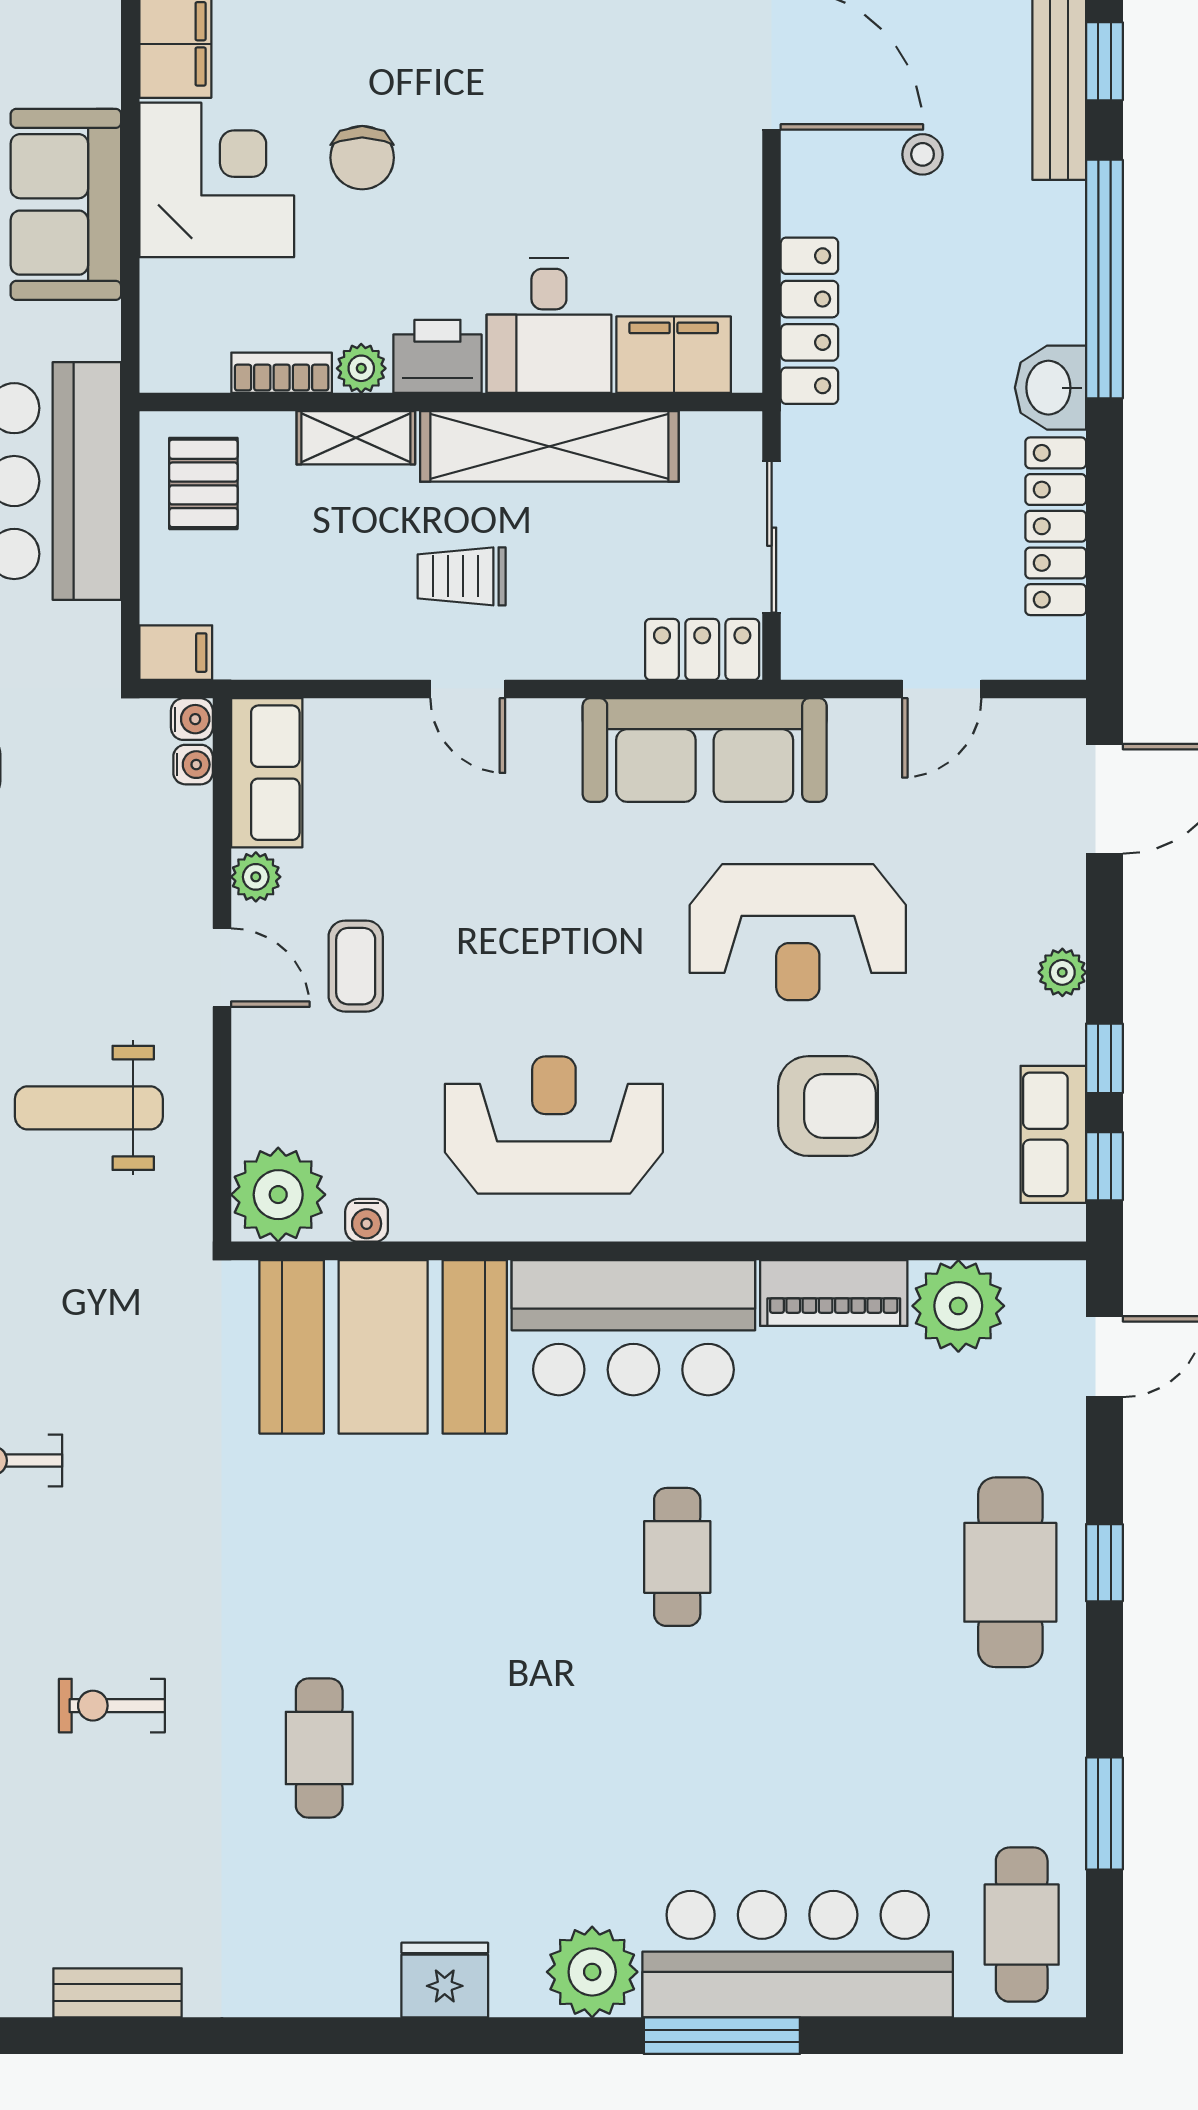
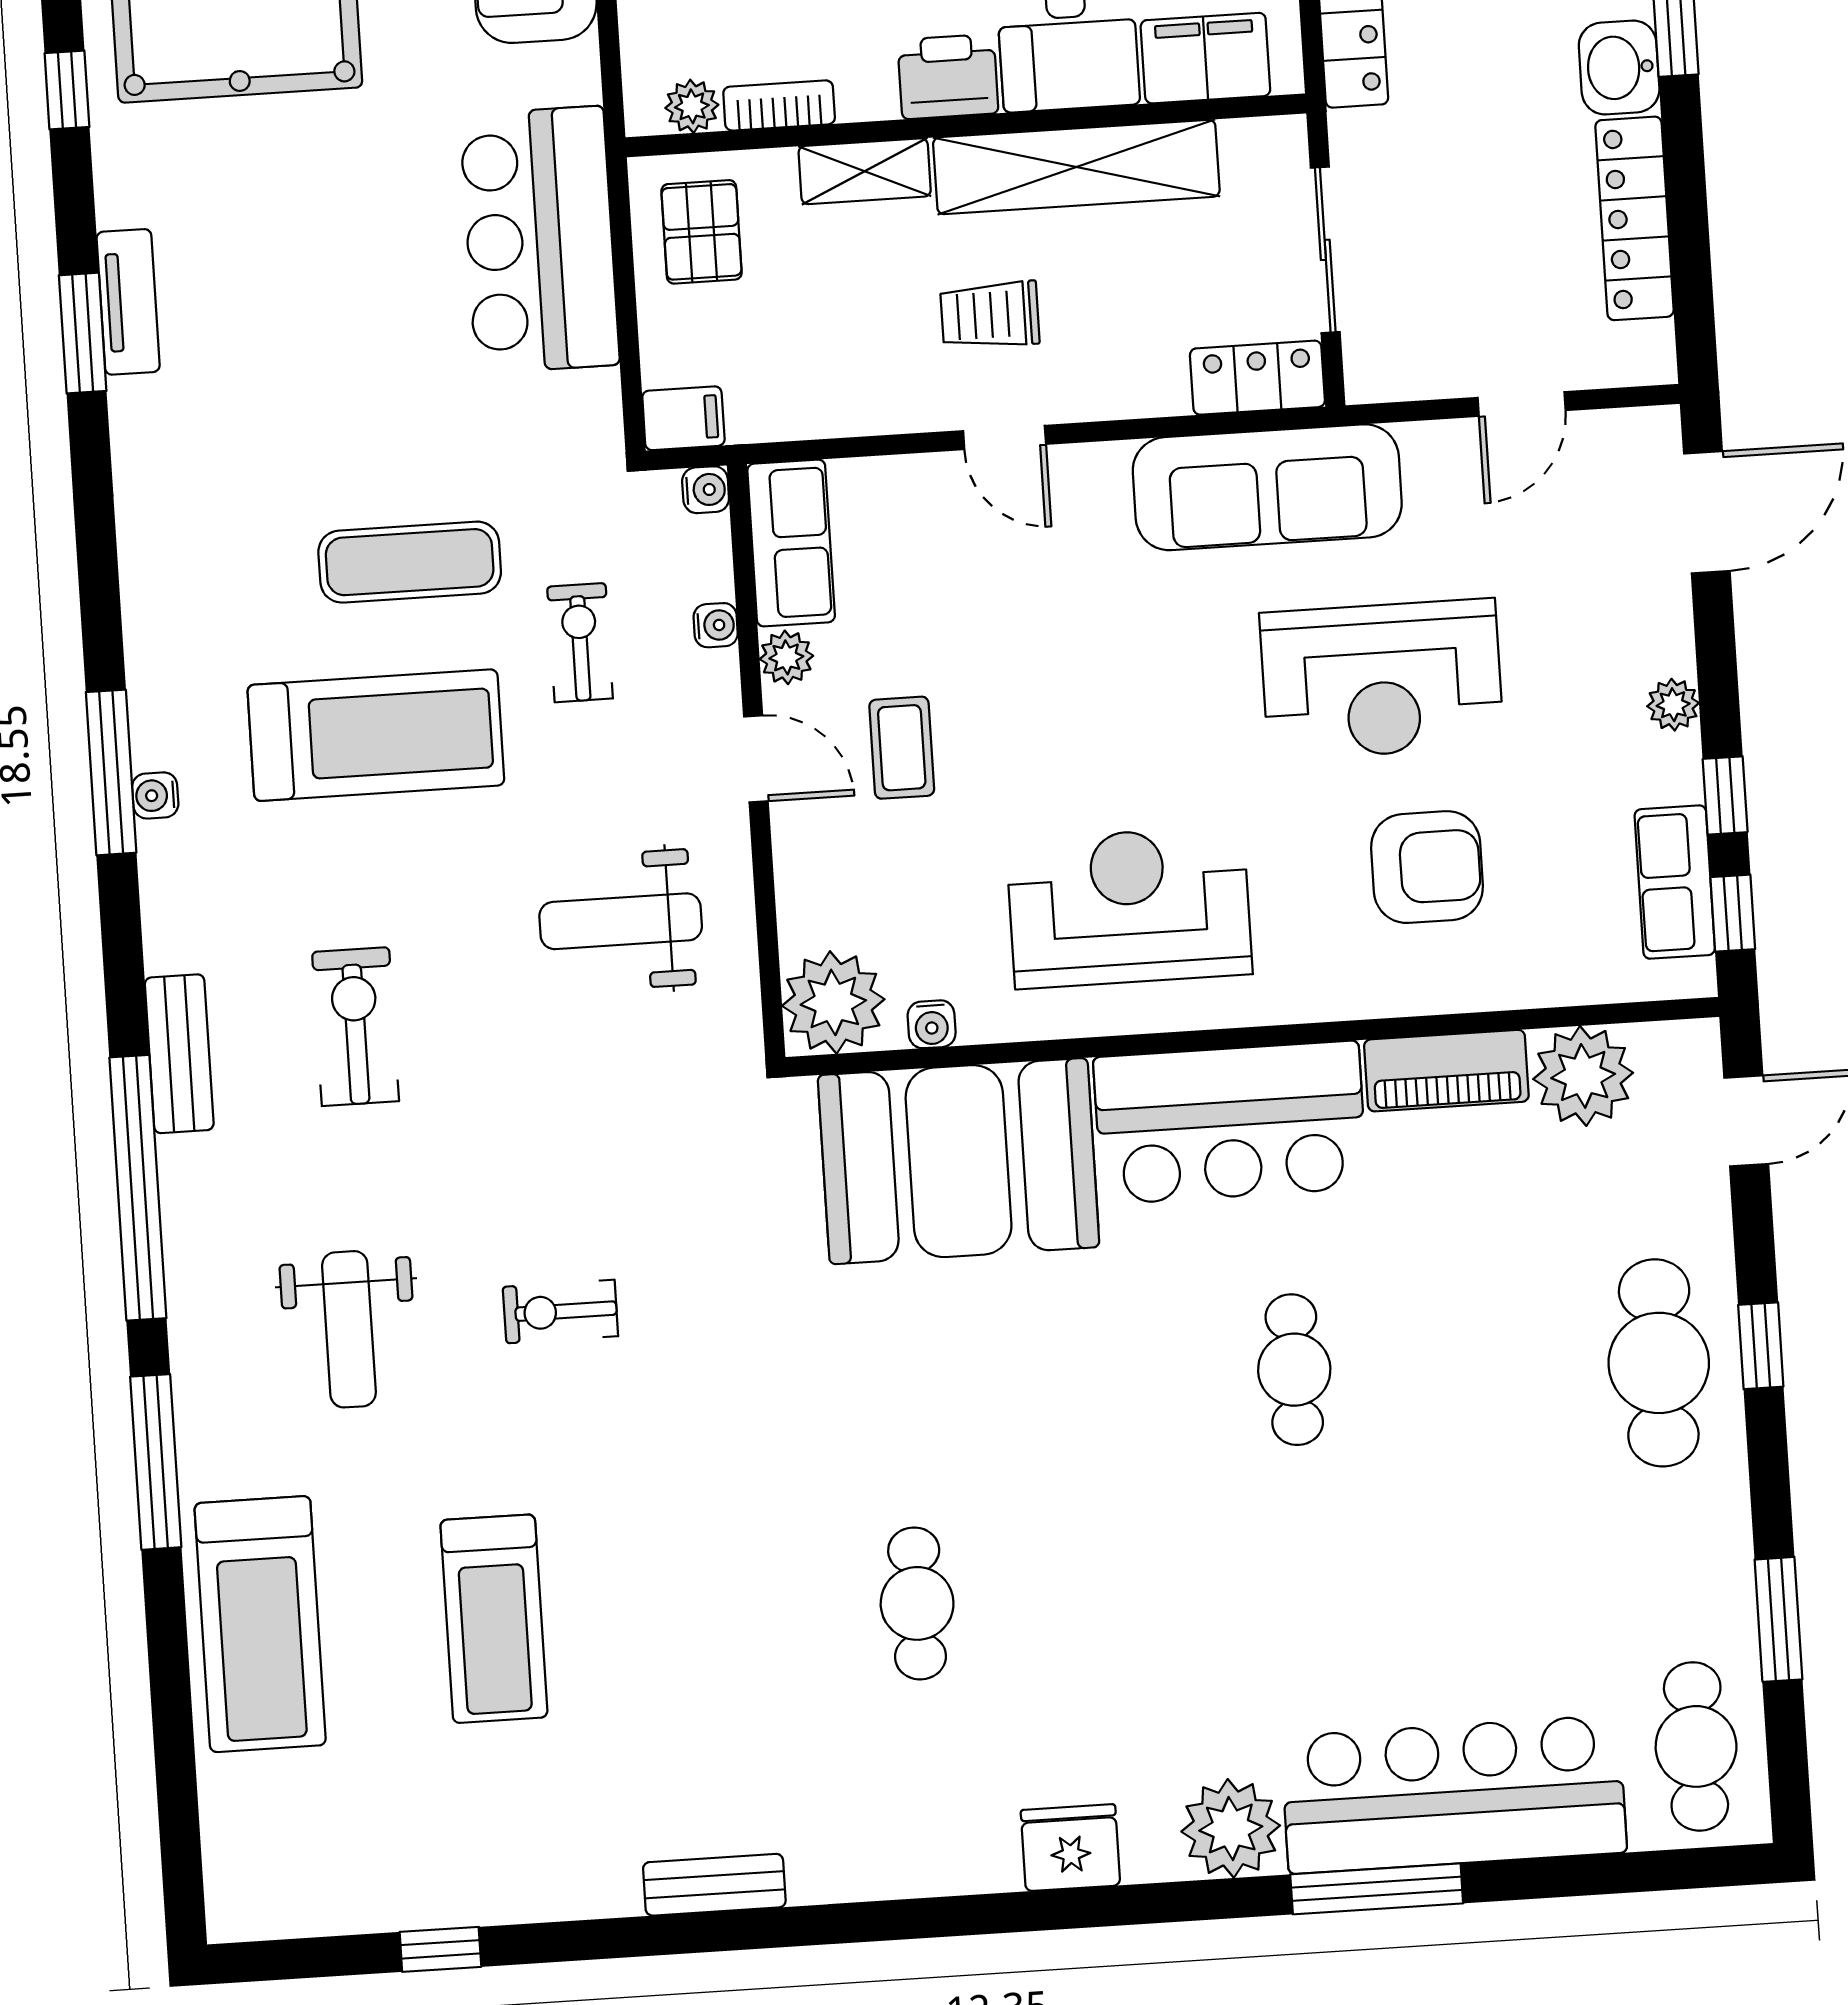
plant: (361, 368) -> (692, 106), moved
water cooler: (193, 765) -> (716, 625), moved
exercise bike: (112, 1706) -> (580, 643), moved, turned 90

